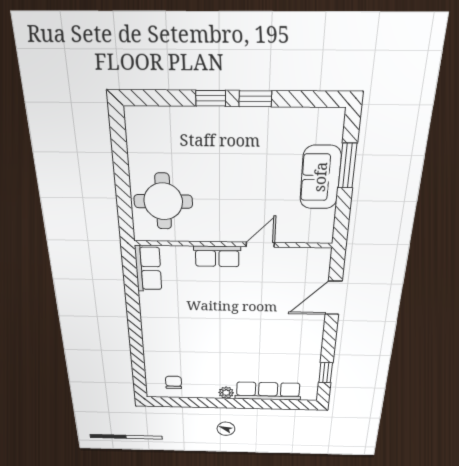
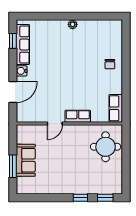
window: (255, 99) -> (105, 198), moved
water cooler: (315, 330) -> (22, 71), added
chair: (174, 382) -> (110, 64), moved
row of seats: (268, 391) -> (23, 45), moved, turned -90

